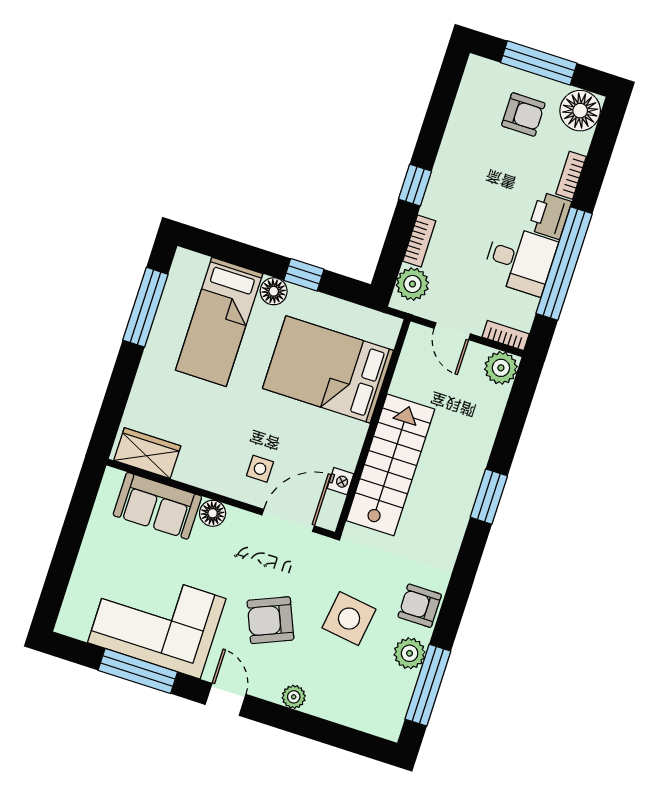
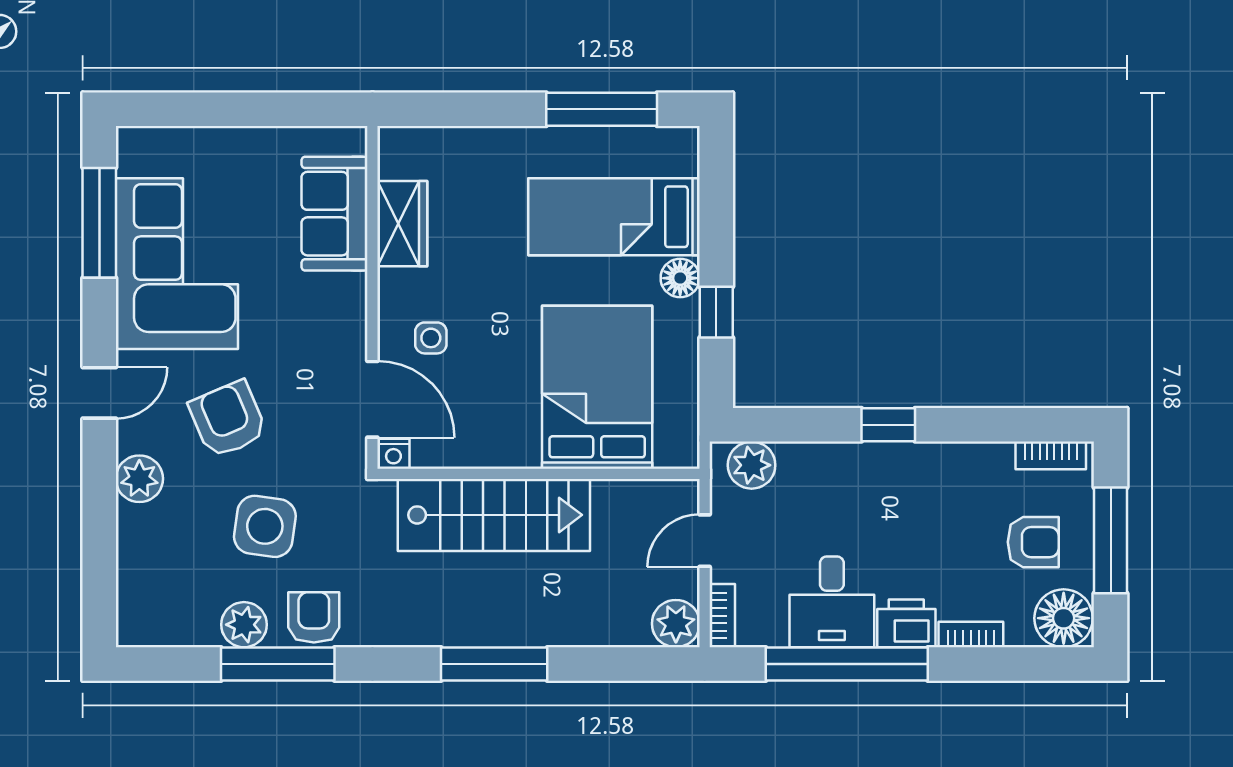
armchair: (523, 114) -> (1033, 542), turned -90
bookcase: (419, 241) -> (1051, 455), moved
wardrobe: (147, 453) -> (402, 224), moved
nightstand: (340, 481) -> (393, 454), moved
window: (489, 497) -> (494, 664), width x1.44
floor lamp: (213, 513) -> (349, 293), removed
window: (138, 671) -> (99, 223), moved
window: (428, 685) -> (278, 664), moved
plant: (294, 697) -> (139, 479), width x1.38, depth x1.38

